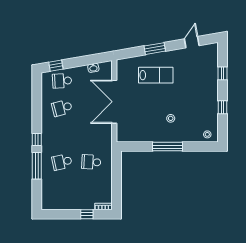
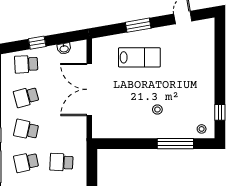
window: (56, 66) -> (37, 43), moved
window: (222, 73) -> (220, 55), removed
window: (222, 107) -> (220, 112), moved
school desk: (62, 135) -> (26, 130), added
window: (168, 147) -> (175, 144), moved

